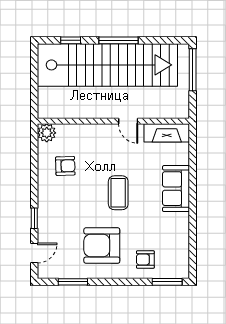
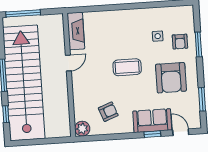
armchair: (65, 166) -> (108, 112), turned 71
sofa: (176, 189) -> (152, 121), moved, turned 180
side table: (154, 233) -> (158, 36), added
window: (167, 282) -> (198, 45), moved

